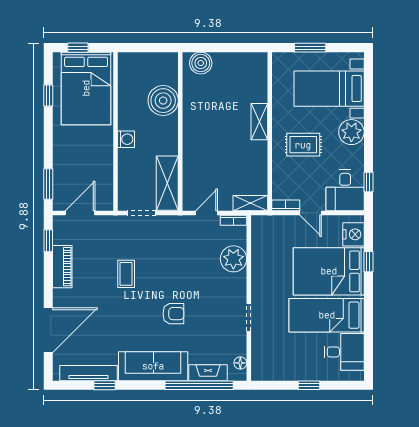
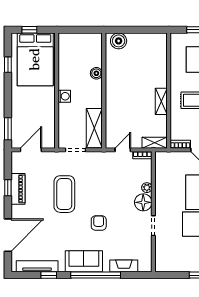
boiler: (163, 101) -> (96, 73), width x0.54, depth x0.54
shelving: (259, 122) -> (161, 101), moved
window: (48, 241) -> (8, 188), moved
plant: (233, 259) -> (147, 188), width x0.53, depth x0.53
coffee table: (126, 274) -> (64, 194), width x1.86, depth x1.72
armchair: (173, 314) -> (99, 223), turned -90
floor lamp: (240, 363) -> (143, 202), moved, width x1.89, depth x1.89
sofa: (153, 366) -> (84, 261), width x0.73
window: (199, 385) -> (96, 275), moved

